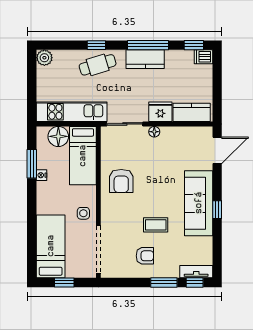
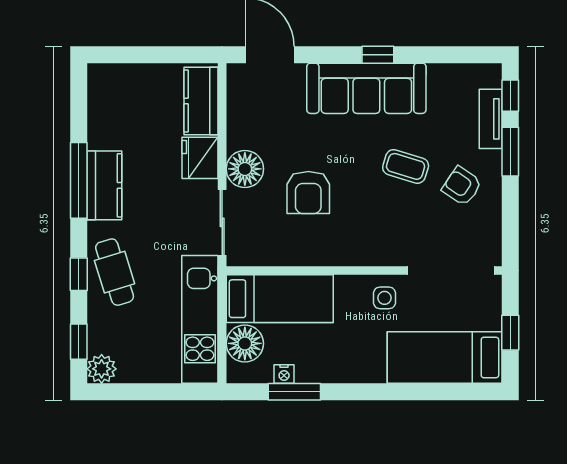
window: (194, 45) -> (79, 342), moved
dishwasher: (203, 57) -> (100, 80), removed
floor lamp: (154, 132) -> (245, 169), width x1.89, depth x1.89
nightstand: (42, 175) -> (284, 374), moved
armchair: (121, 181) -> (308, 193), moved, turned 90
coffee table: (156, 225) -> (406, 166), turned -73
armchair: (145, 256) -> (462, 186), turned -56
tv unit: (196, 272) -> (491, 119), moved

